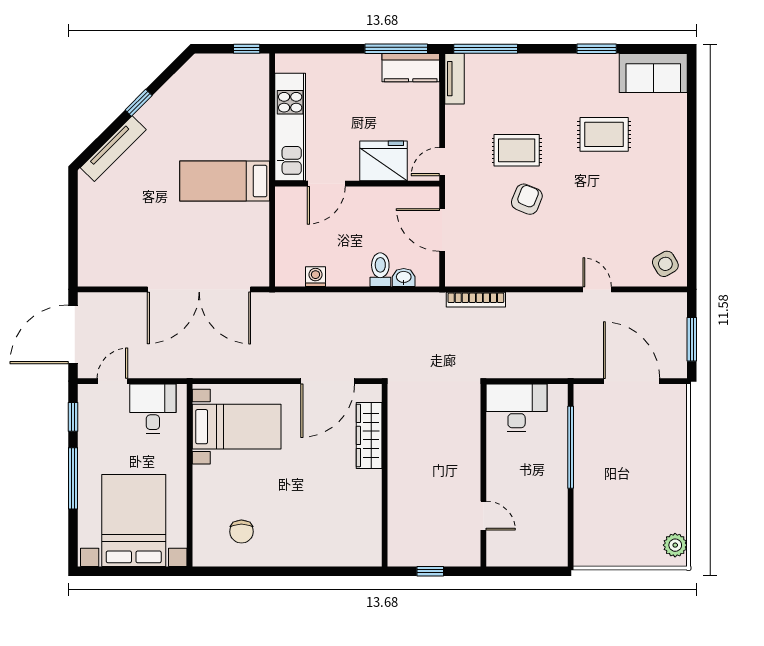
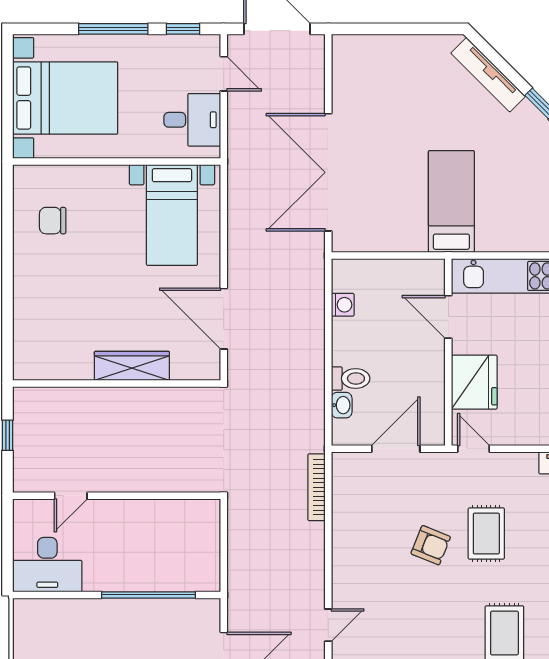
desk: (517, 408) -> (47, 565), moved, turned 90
wardrobe: (369, 435) -> (132, 366), moved

